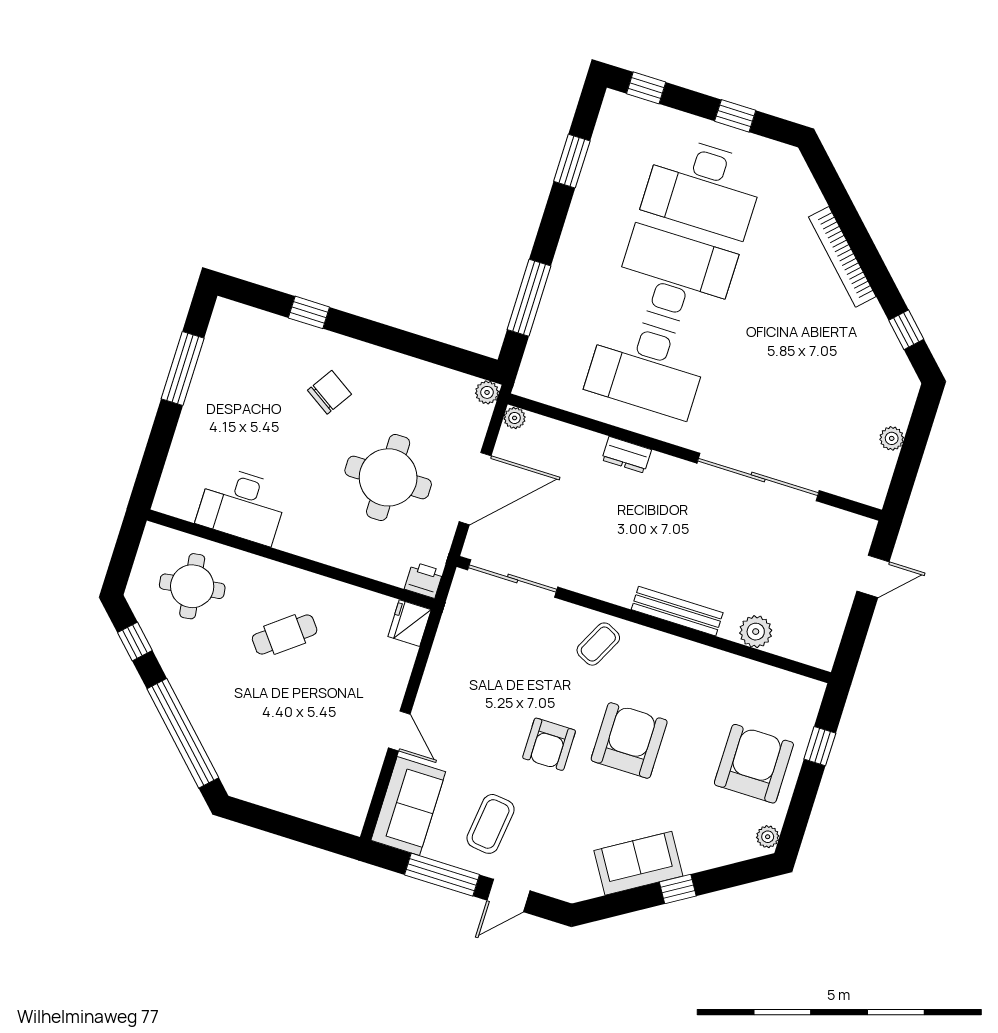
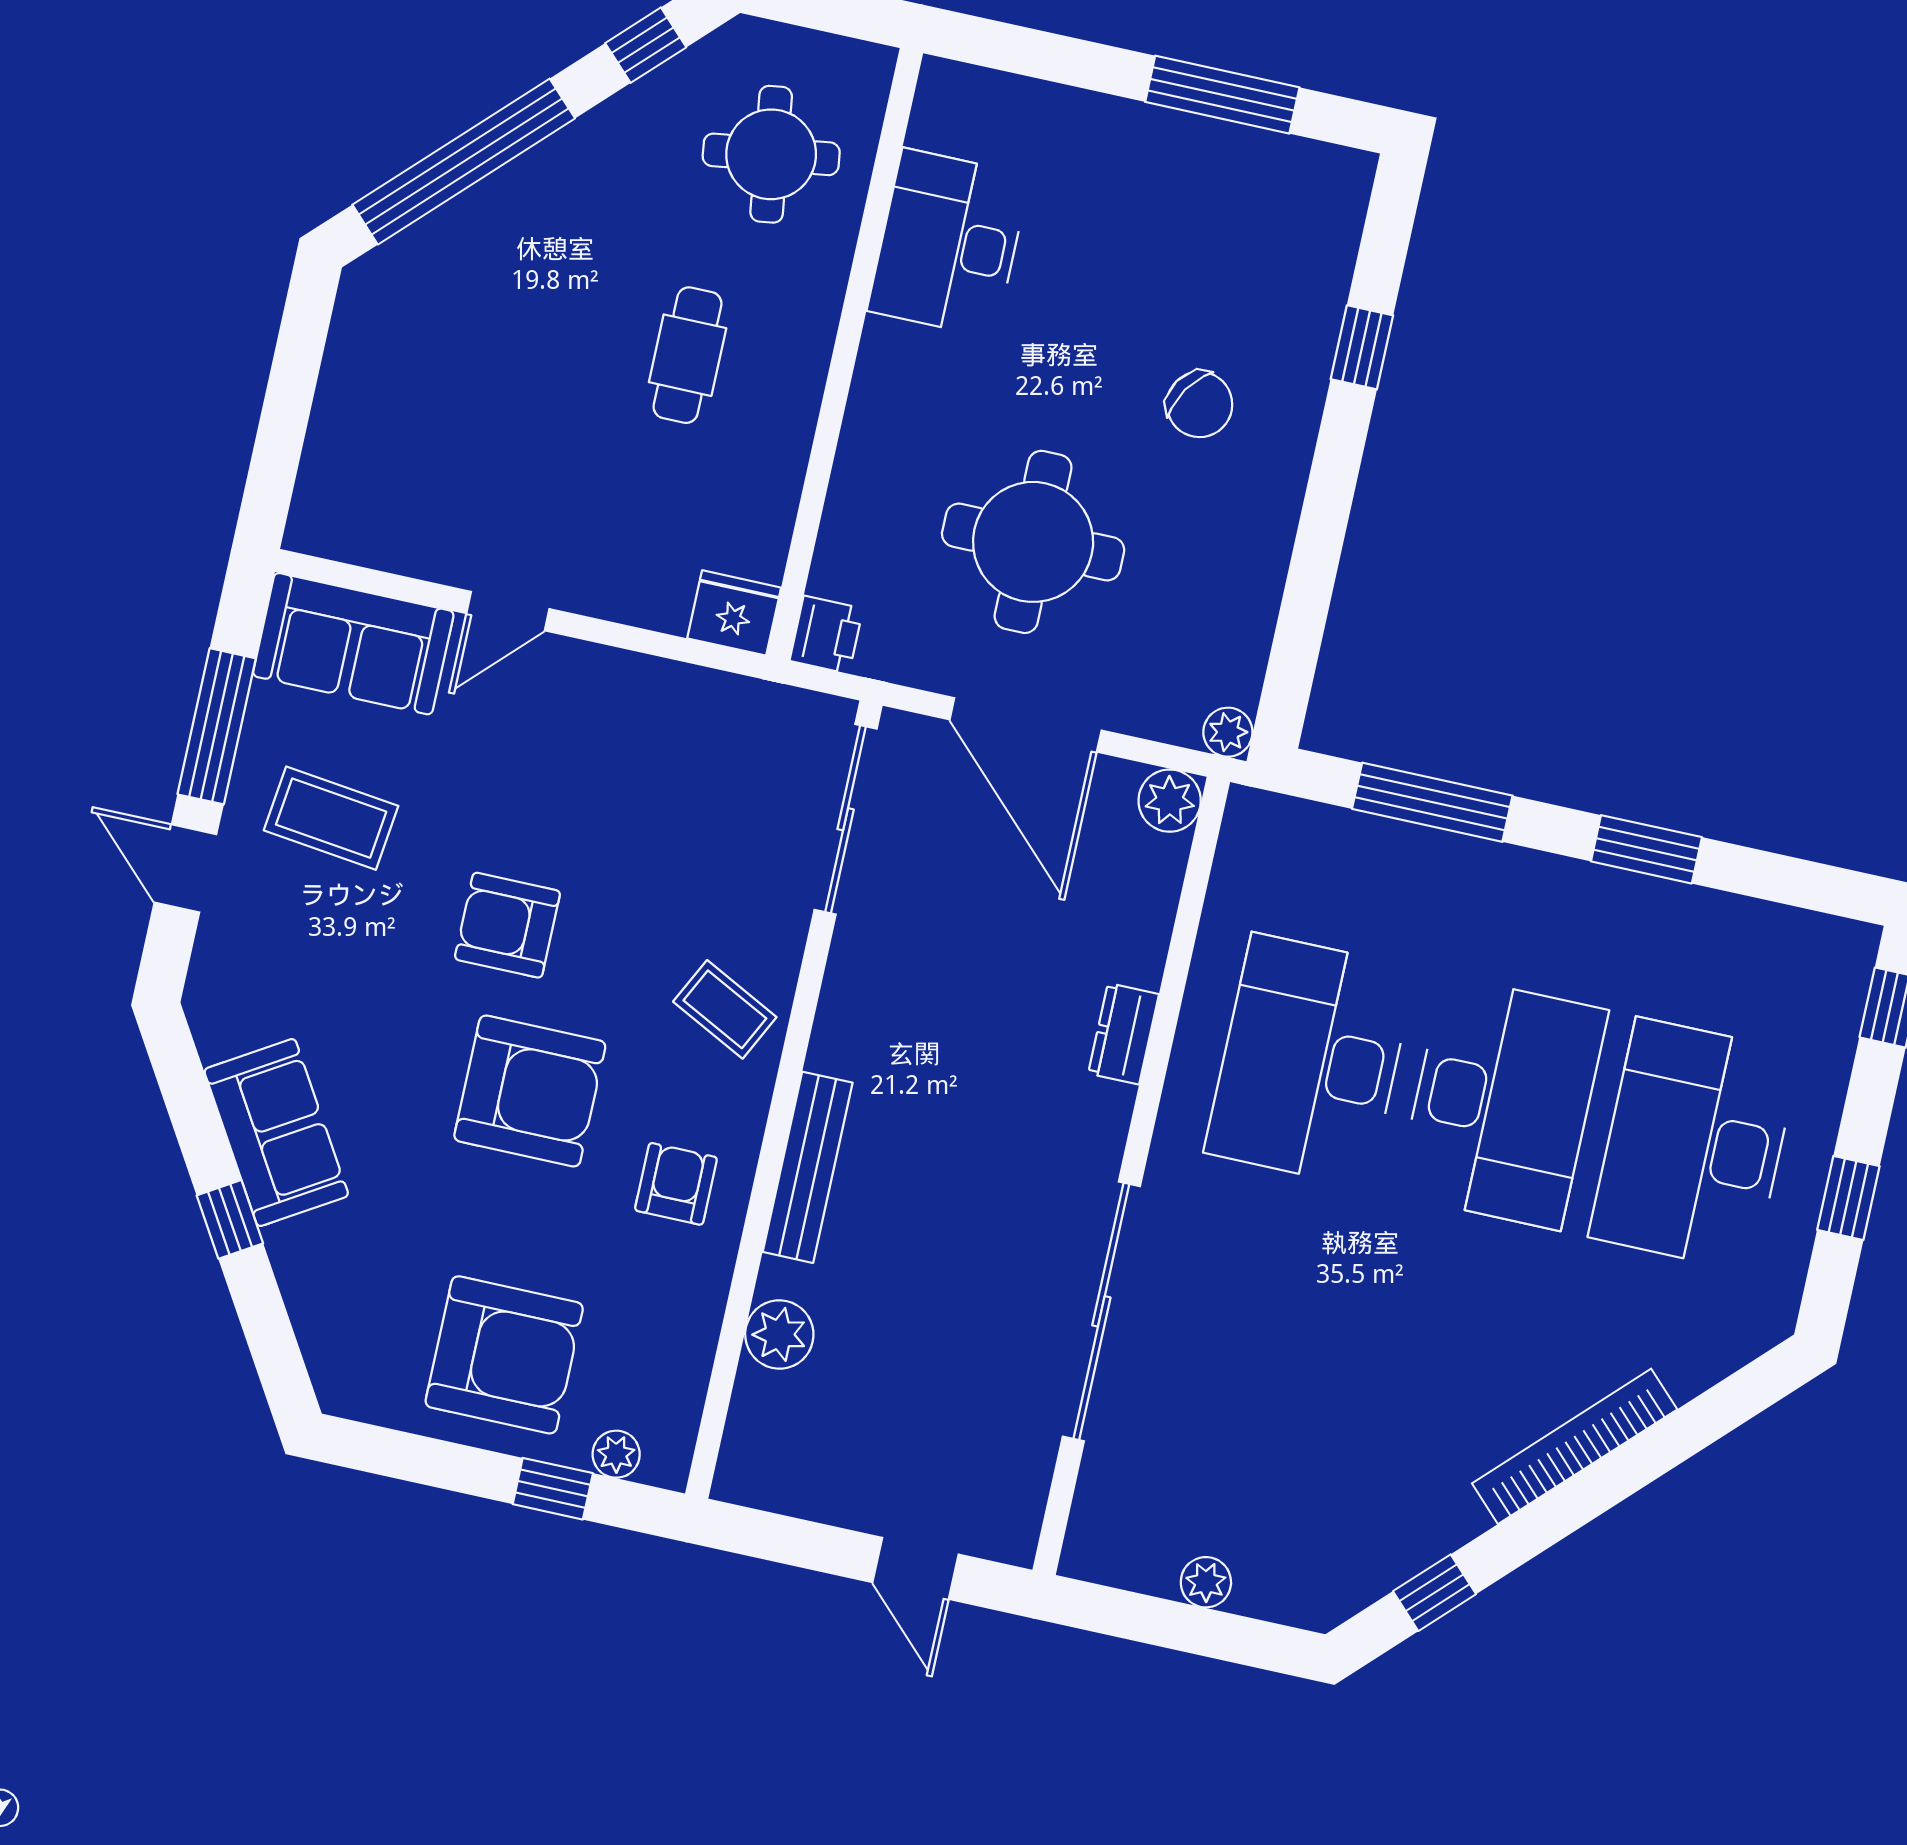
window: (572, 161) -> (1646, 849), moved
plant: (515, 418) -> (1170, 801), width x1.38, depth x1.38
cafe table: (285, 635) -> (688, 355), turned 38
armchair: (679, 675) -> (676, 1184), added
plant: (768, 837) -> (616, 1454), moved

